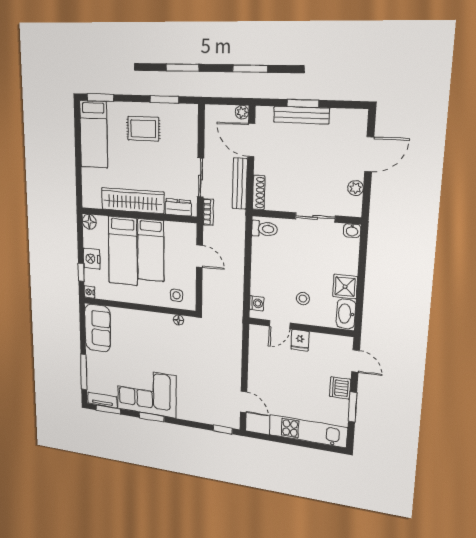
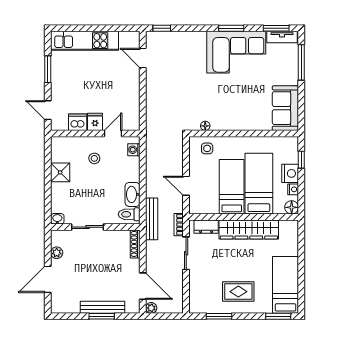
bench: (240, 184) -> (152, 219), moved
nightstand: (89, 292) -> (293, 189), moved
washbasin: (346, 314) -> (133, 194), moved, turned 180
dishwasher: (340, 388) -> (78, 122), moved, turned -90

